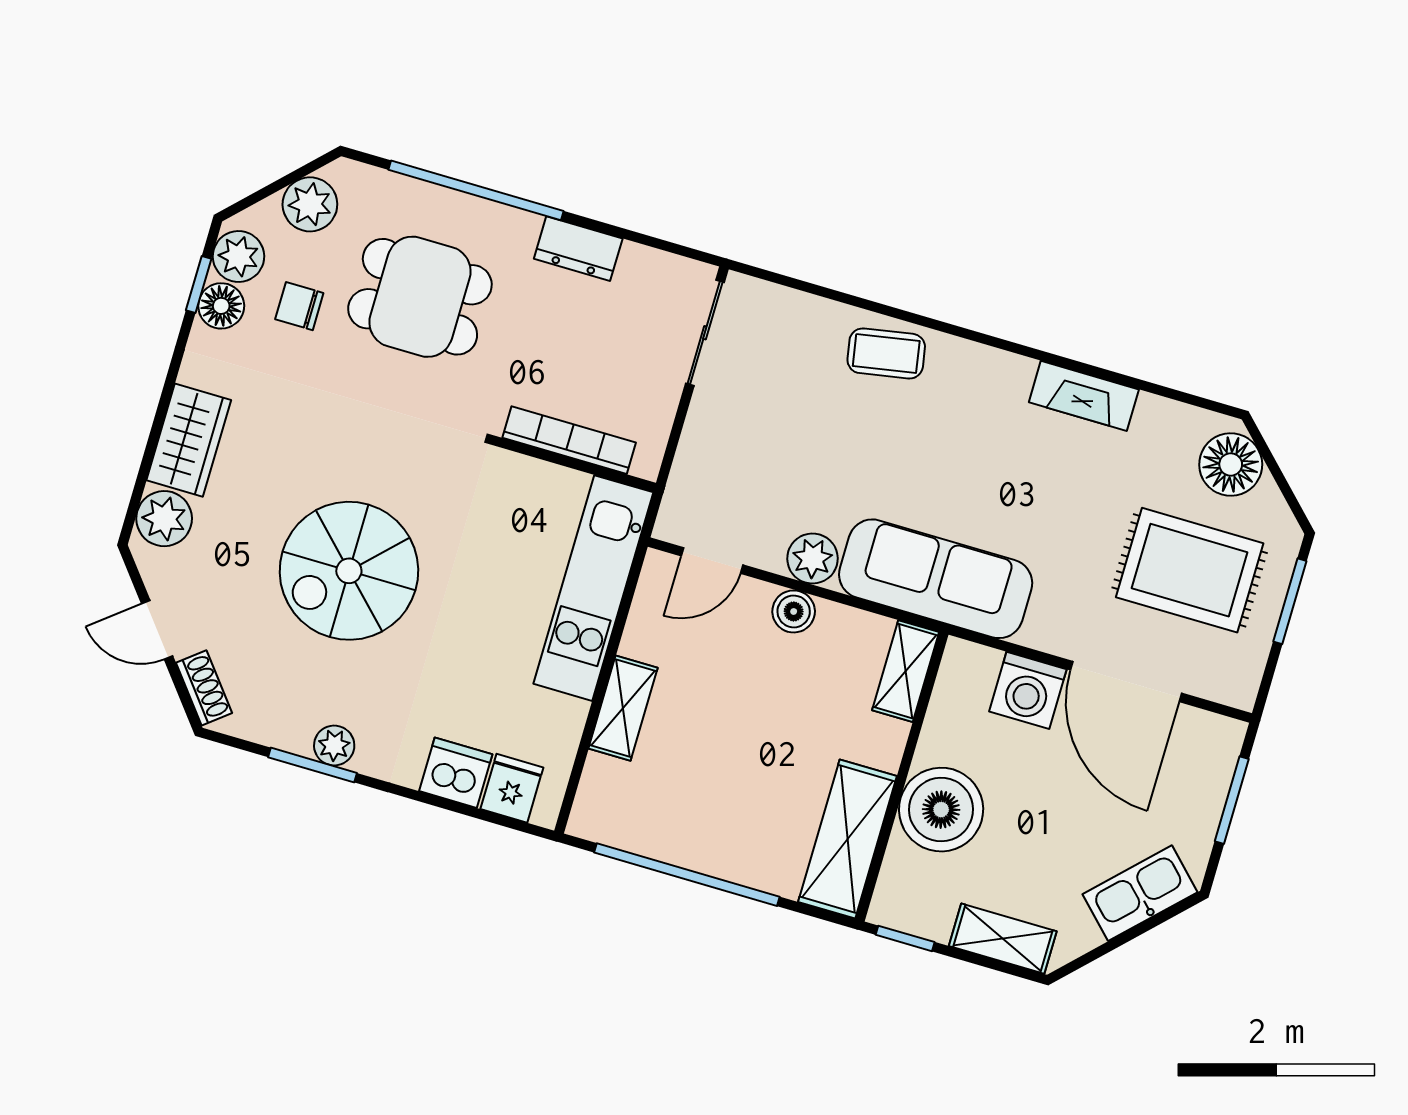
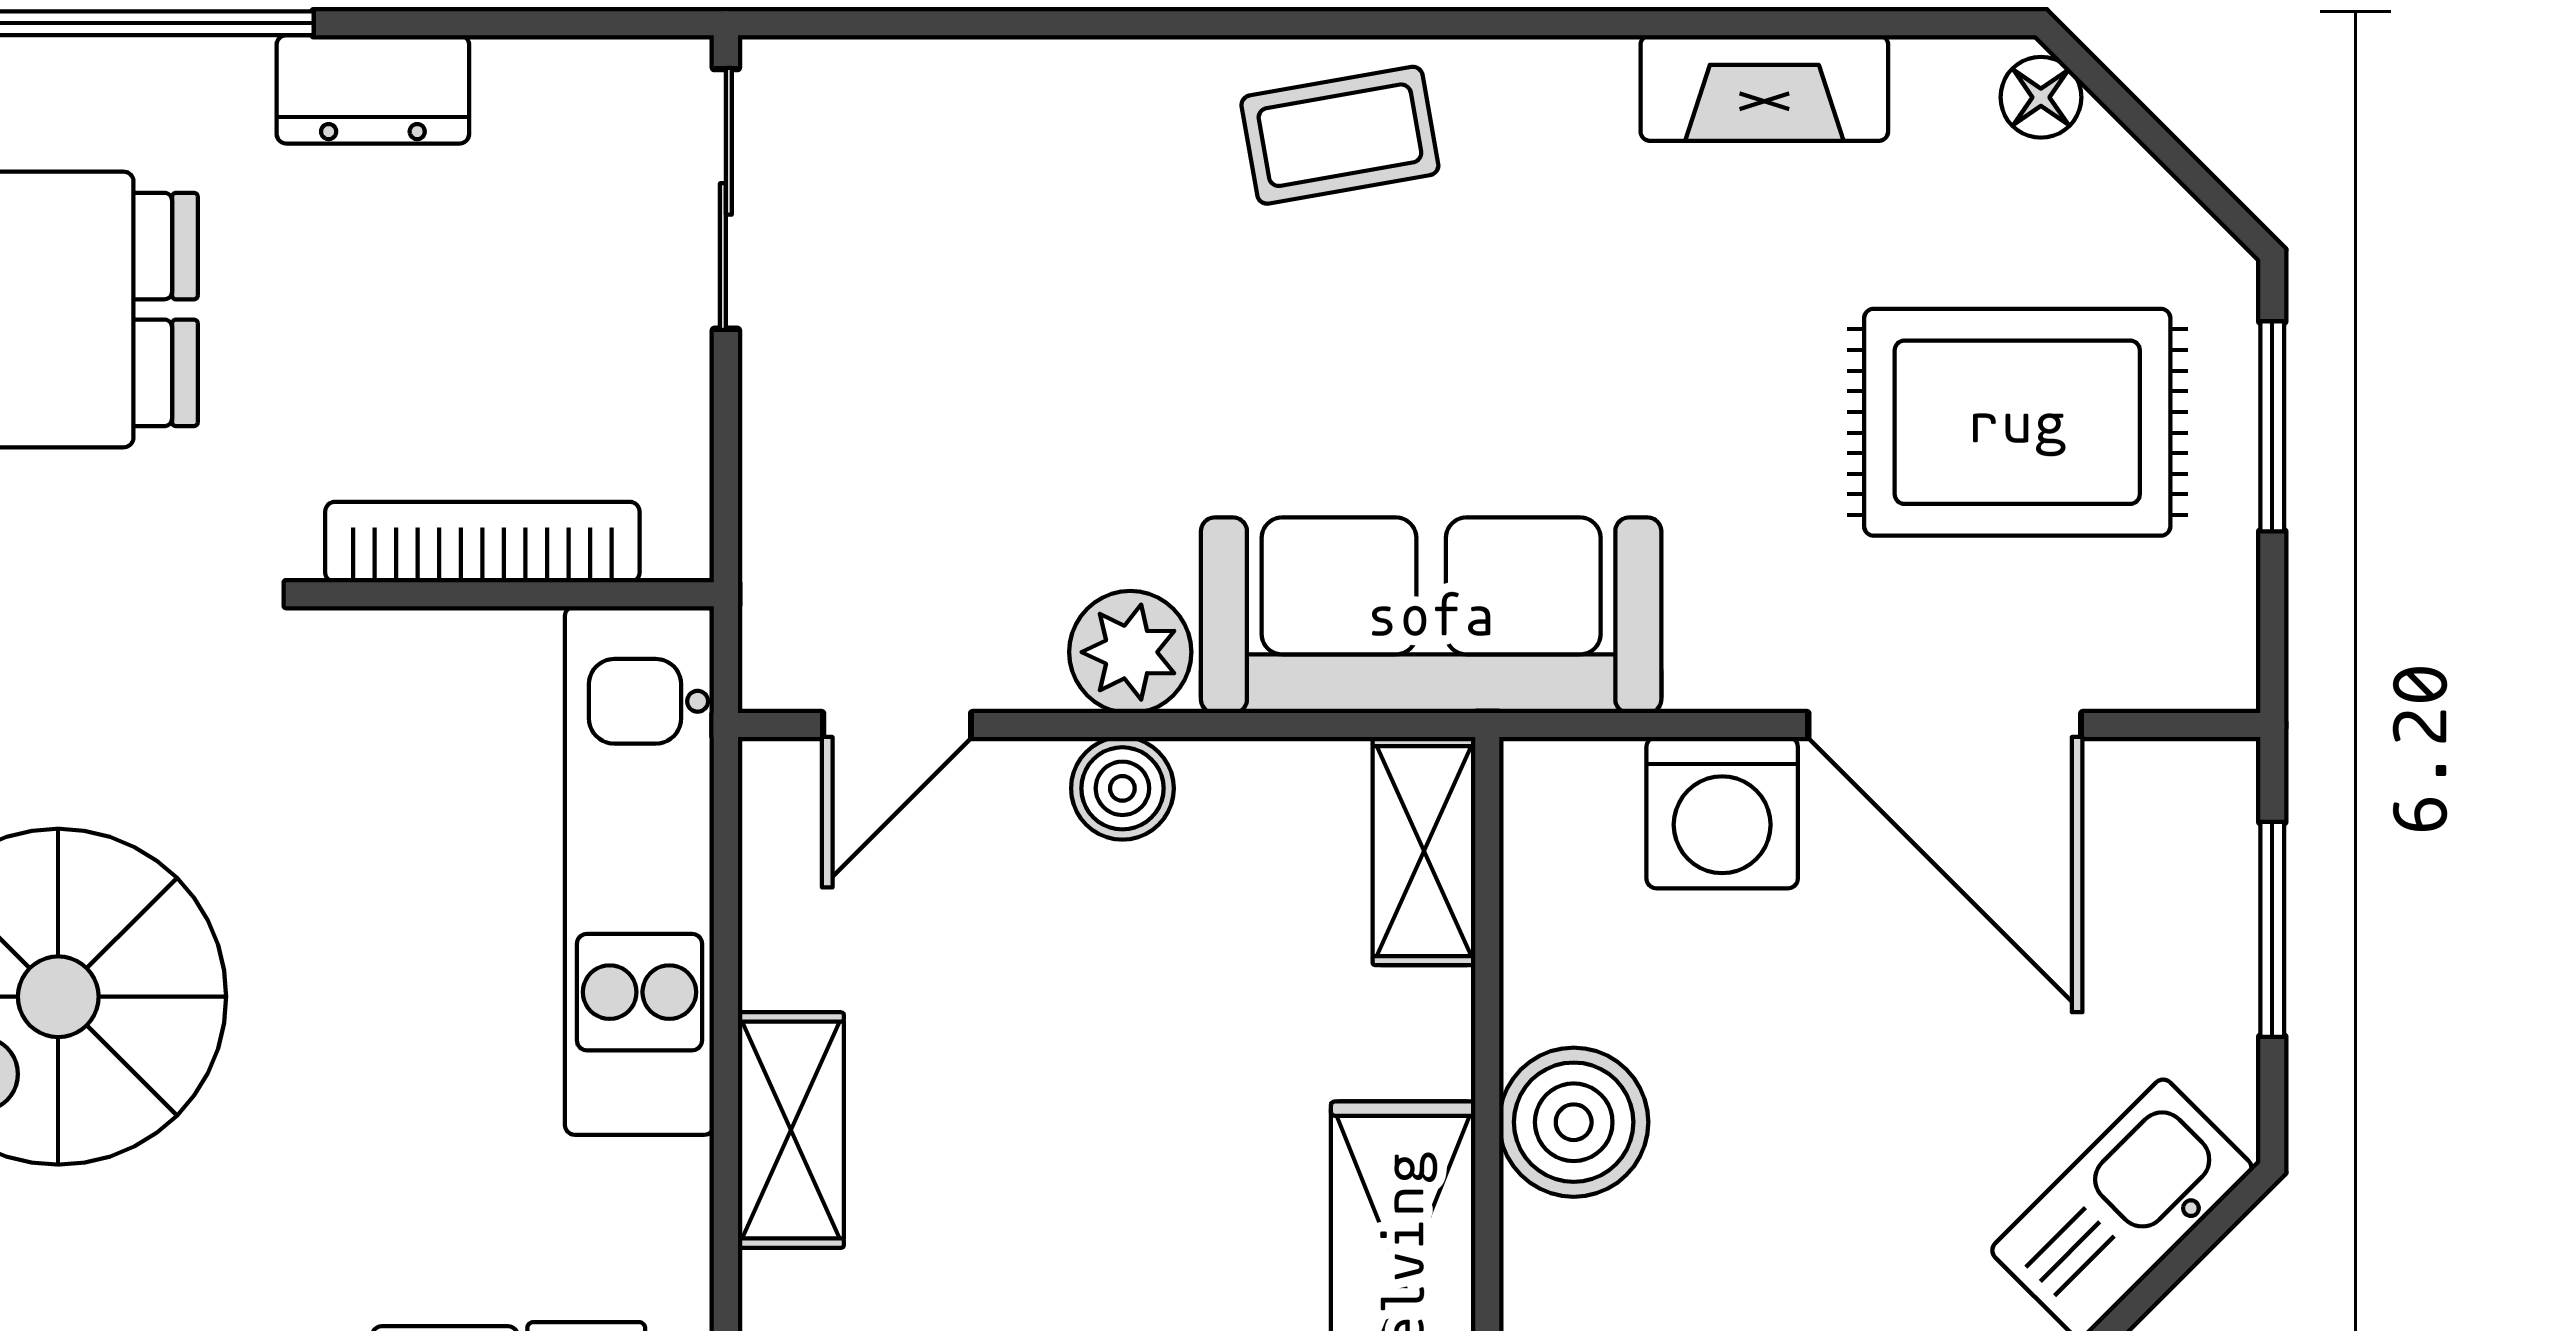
coffee table: (886, 353) -> (1340, 135), moved
fireplace: (1084, 396) -> (1764, 88), moved
floor lamp: (1231, 464) -> (2041, 97), width x0.53, depth x0.53
boiler: (941, 810) -> (1574, 1122), width x0.73, depth x0.73

